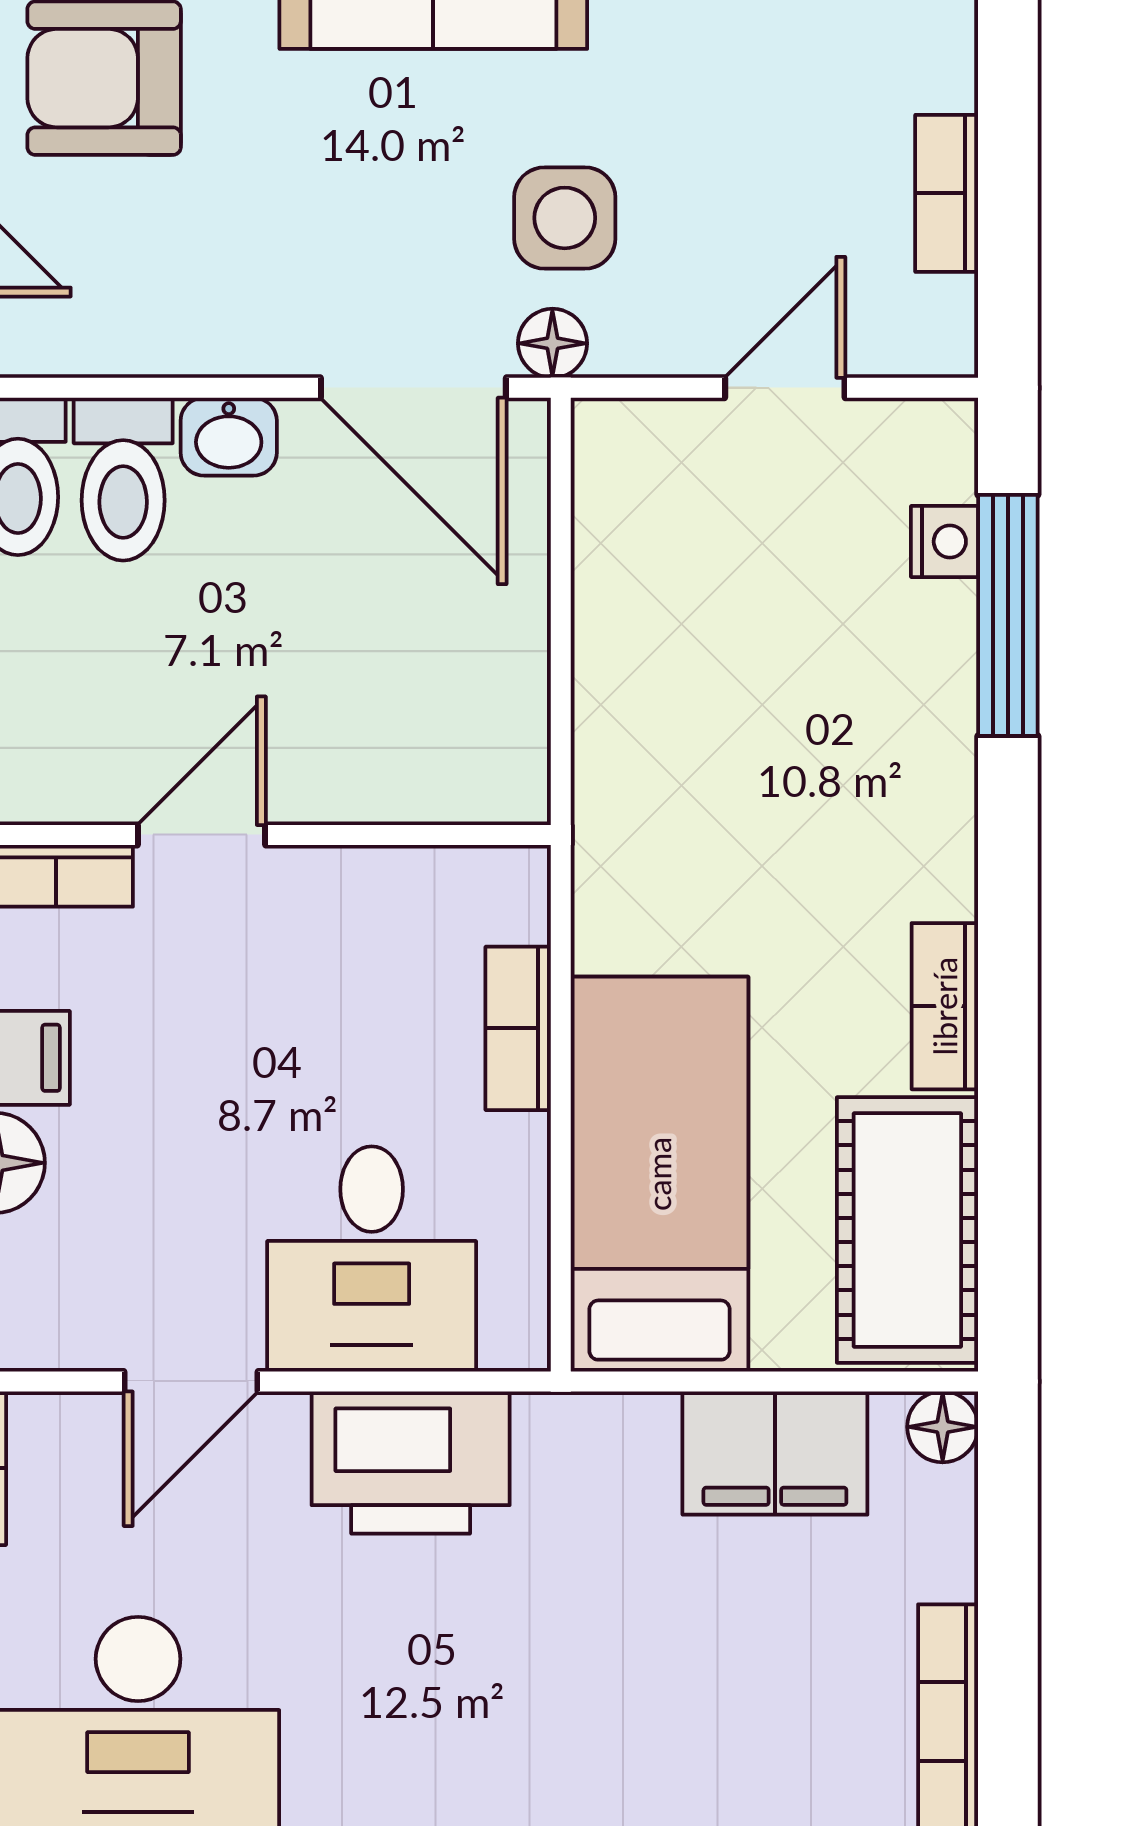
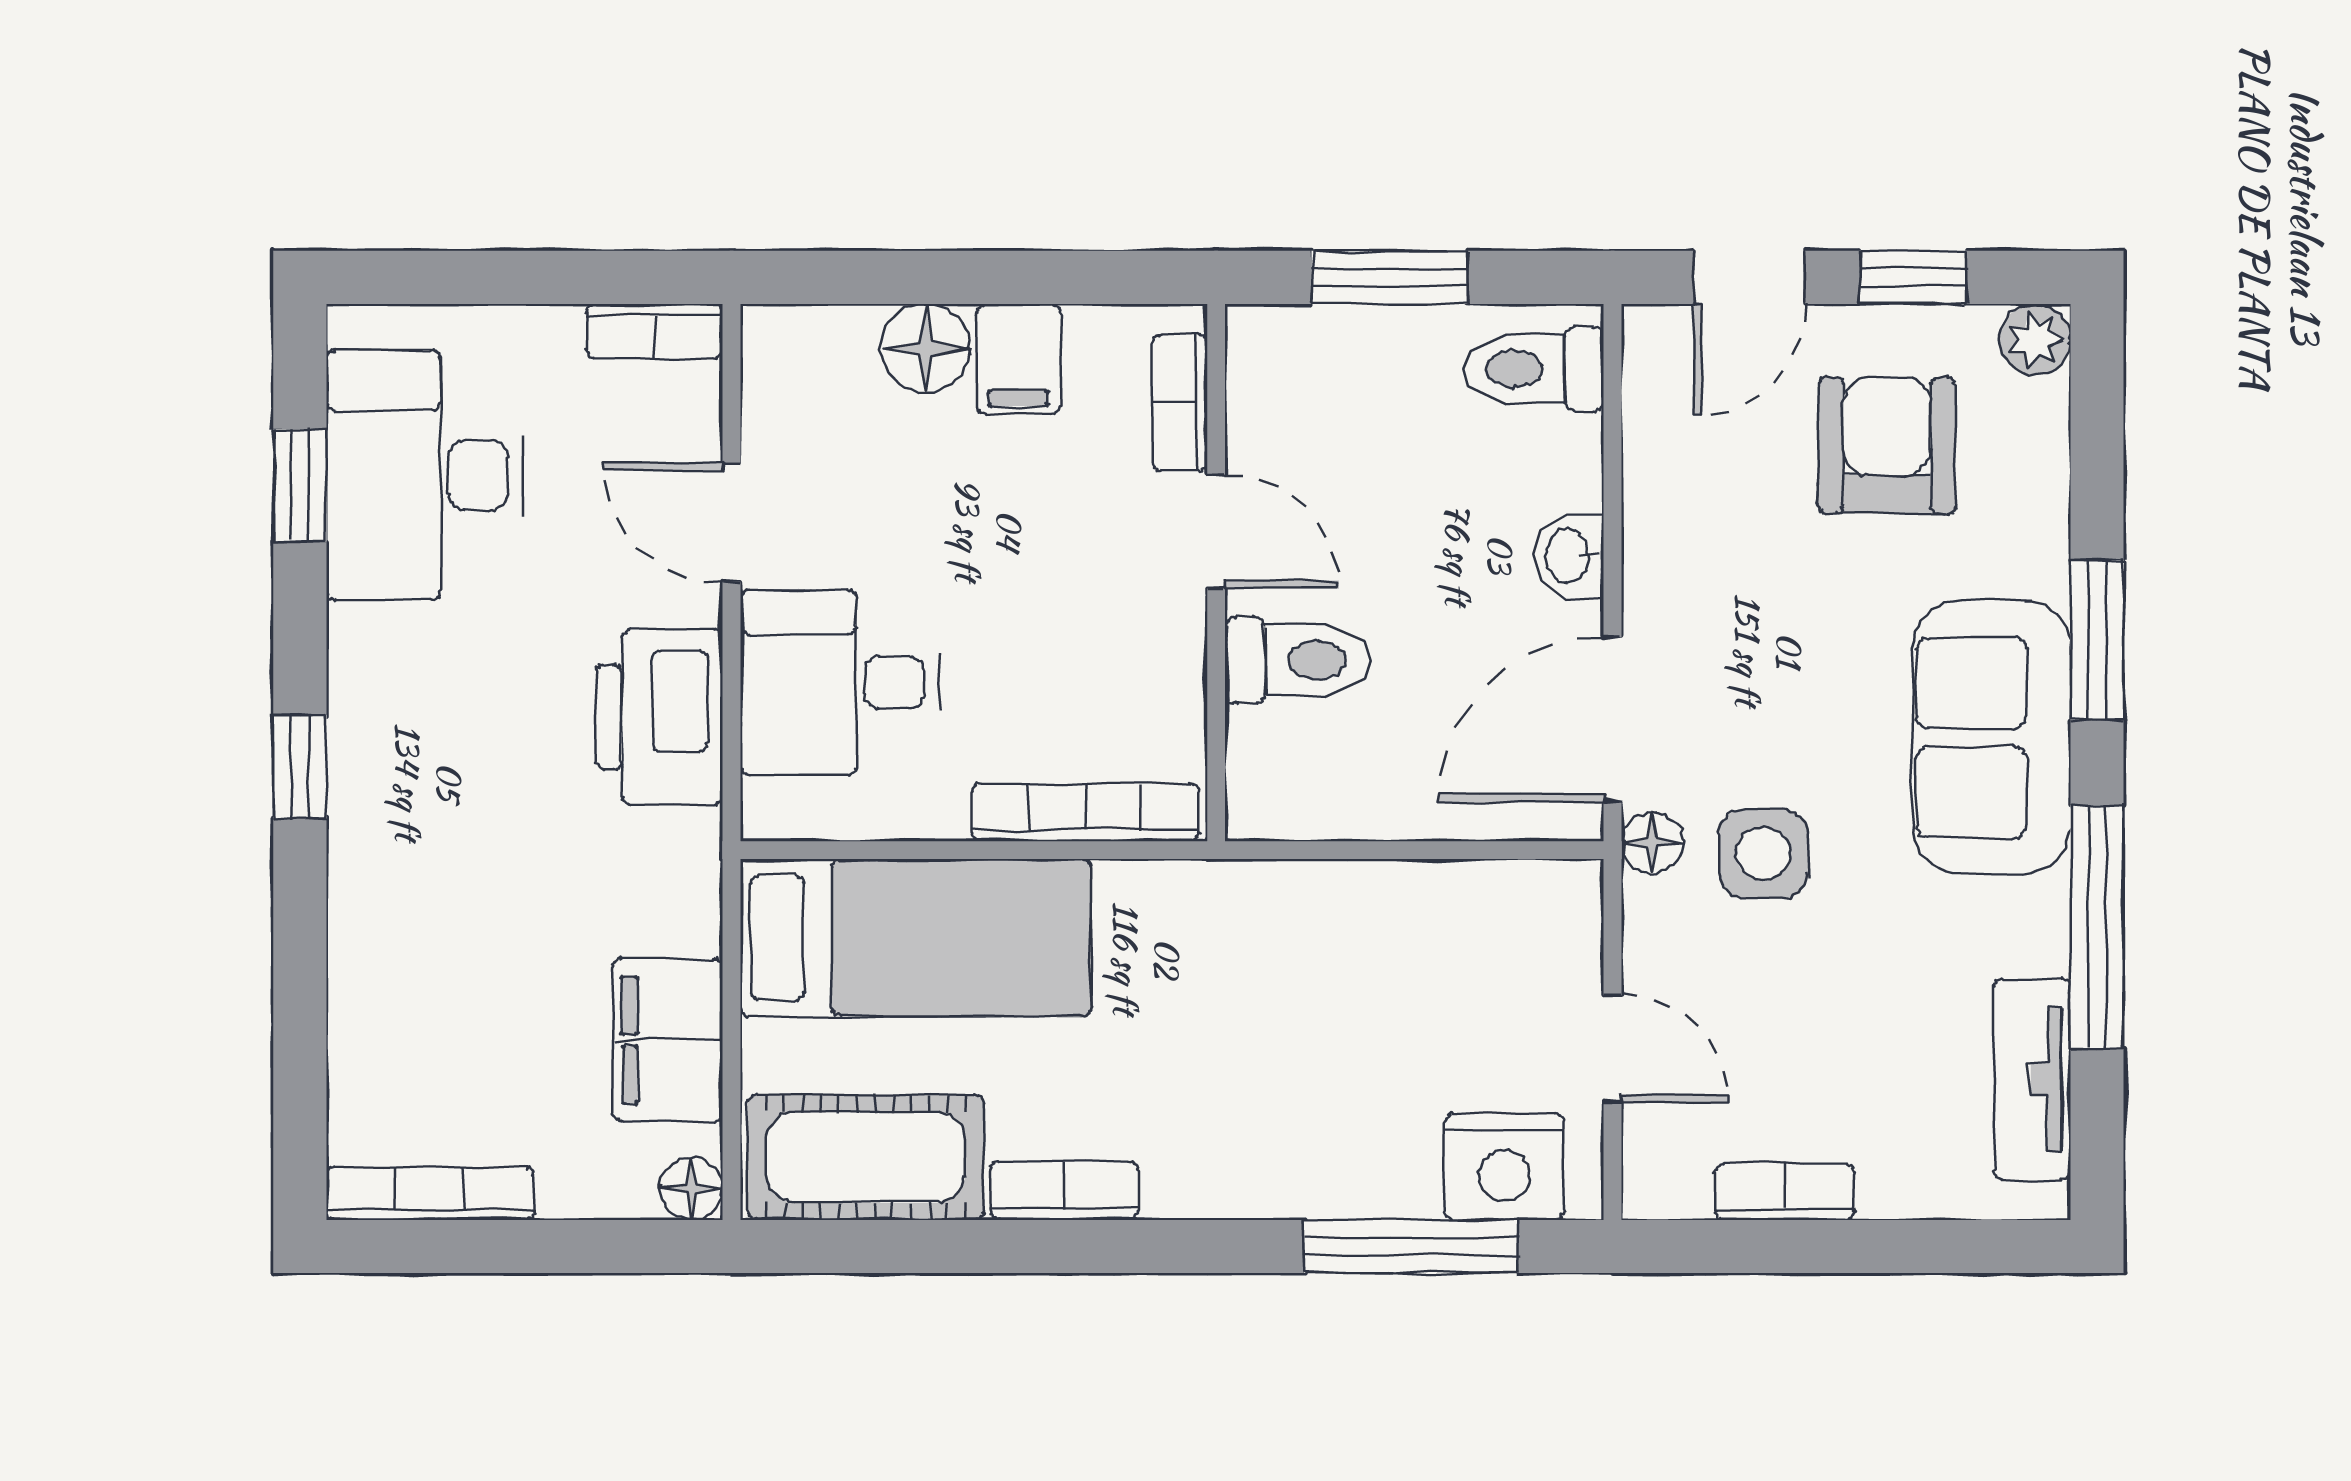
toilet: (123, 479) -> (1297, 660), moved, turned 180
nightstand: (944, 542) -> (1504, 1167), width x1.89, depth x1.79
bookcase: (518, 1028) -> (1085, 812), width x1.56

